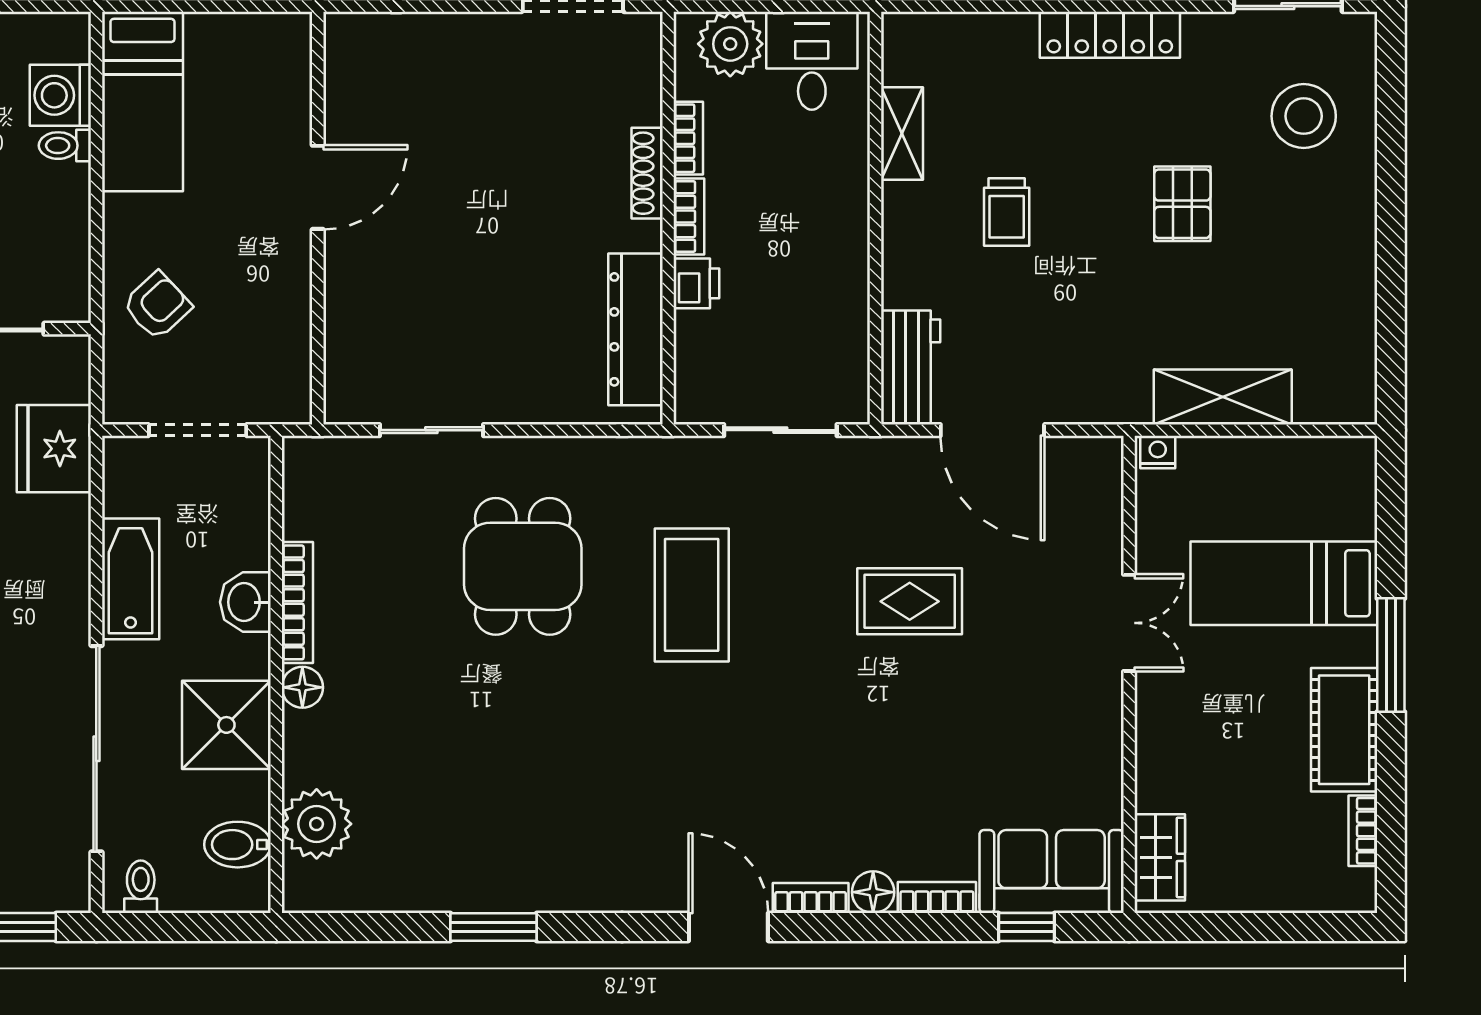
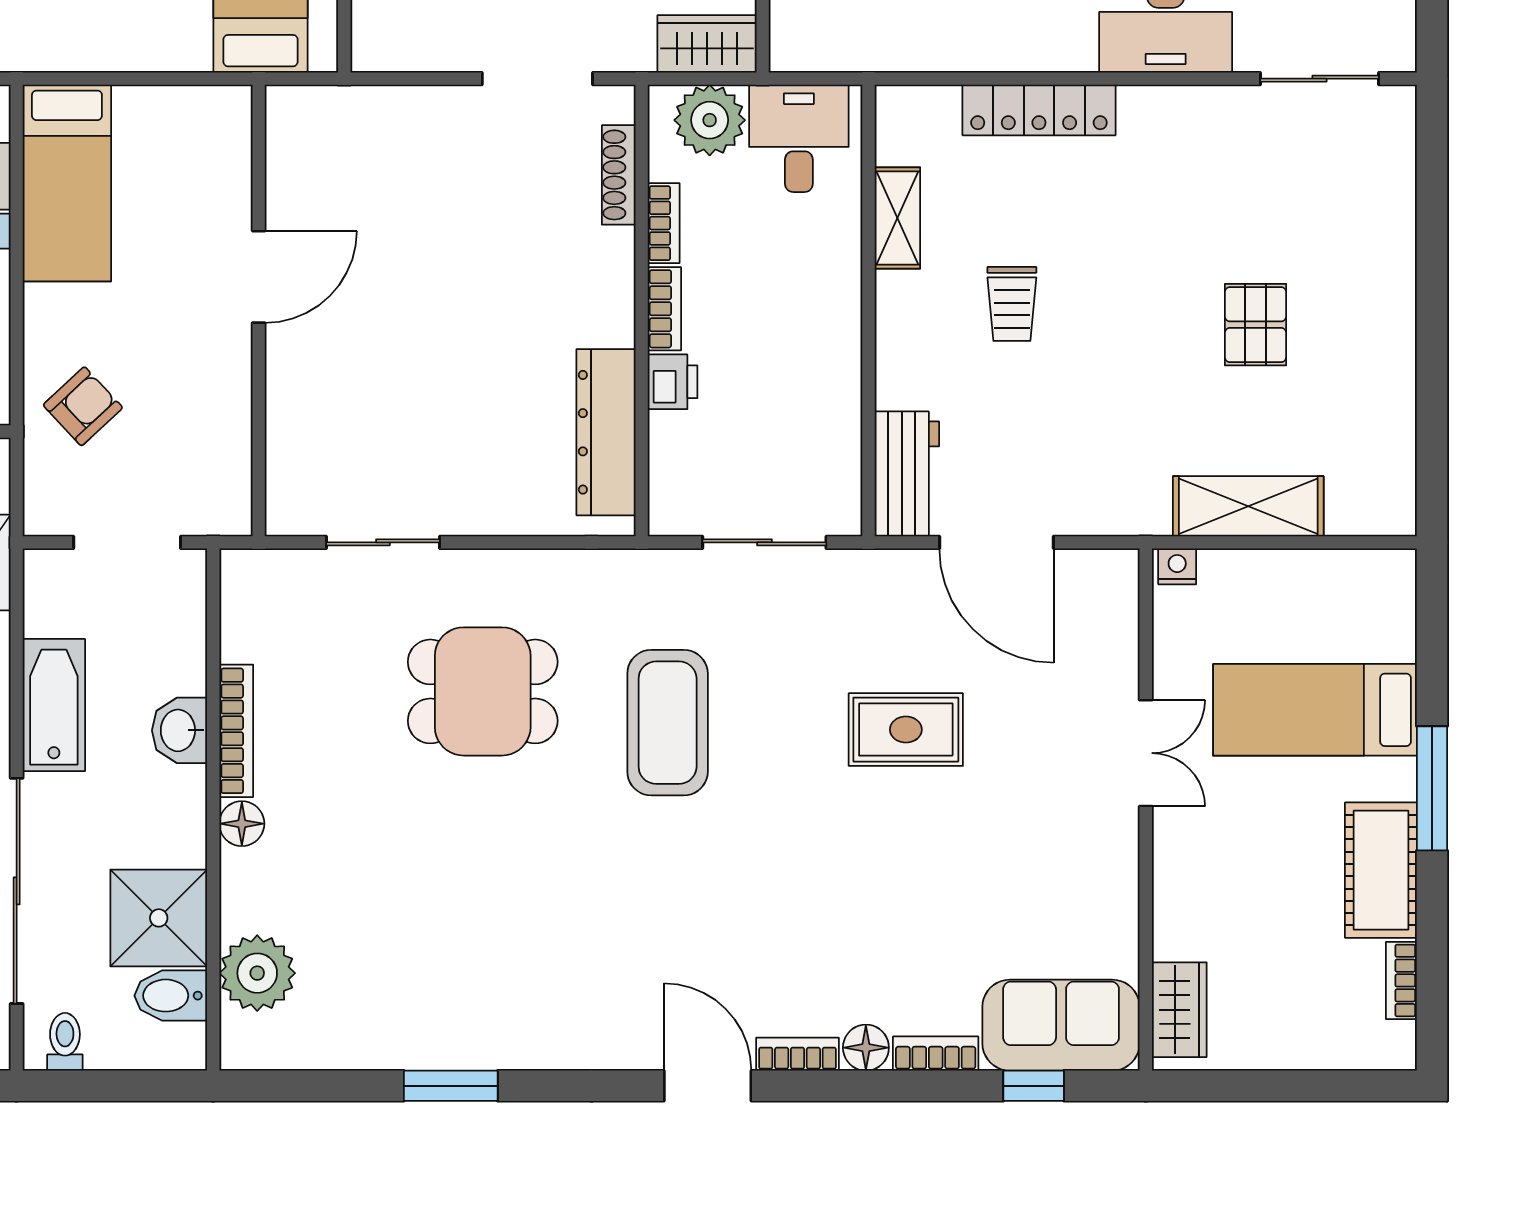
locker: (1110, 35) -> (1039, 110), moved
stool: (1304, 116) -> (1337, 199), removed
shoe rack: (647, 173) -> (619, 175), moved
pallet: (1182, 204) -> (1256, 325), moved
dining table: (523, 566) -> (483, 691), turned 90
shower: (226, 725) -> (159, 918), moved

